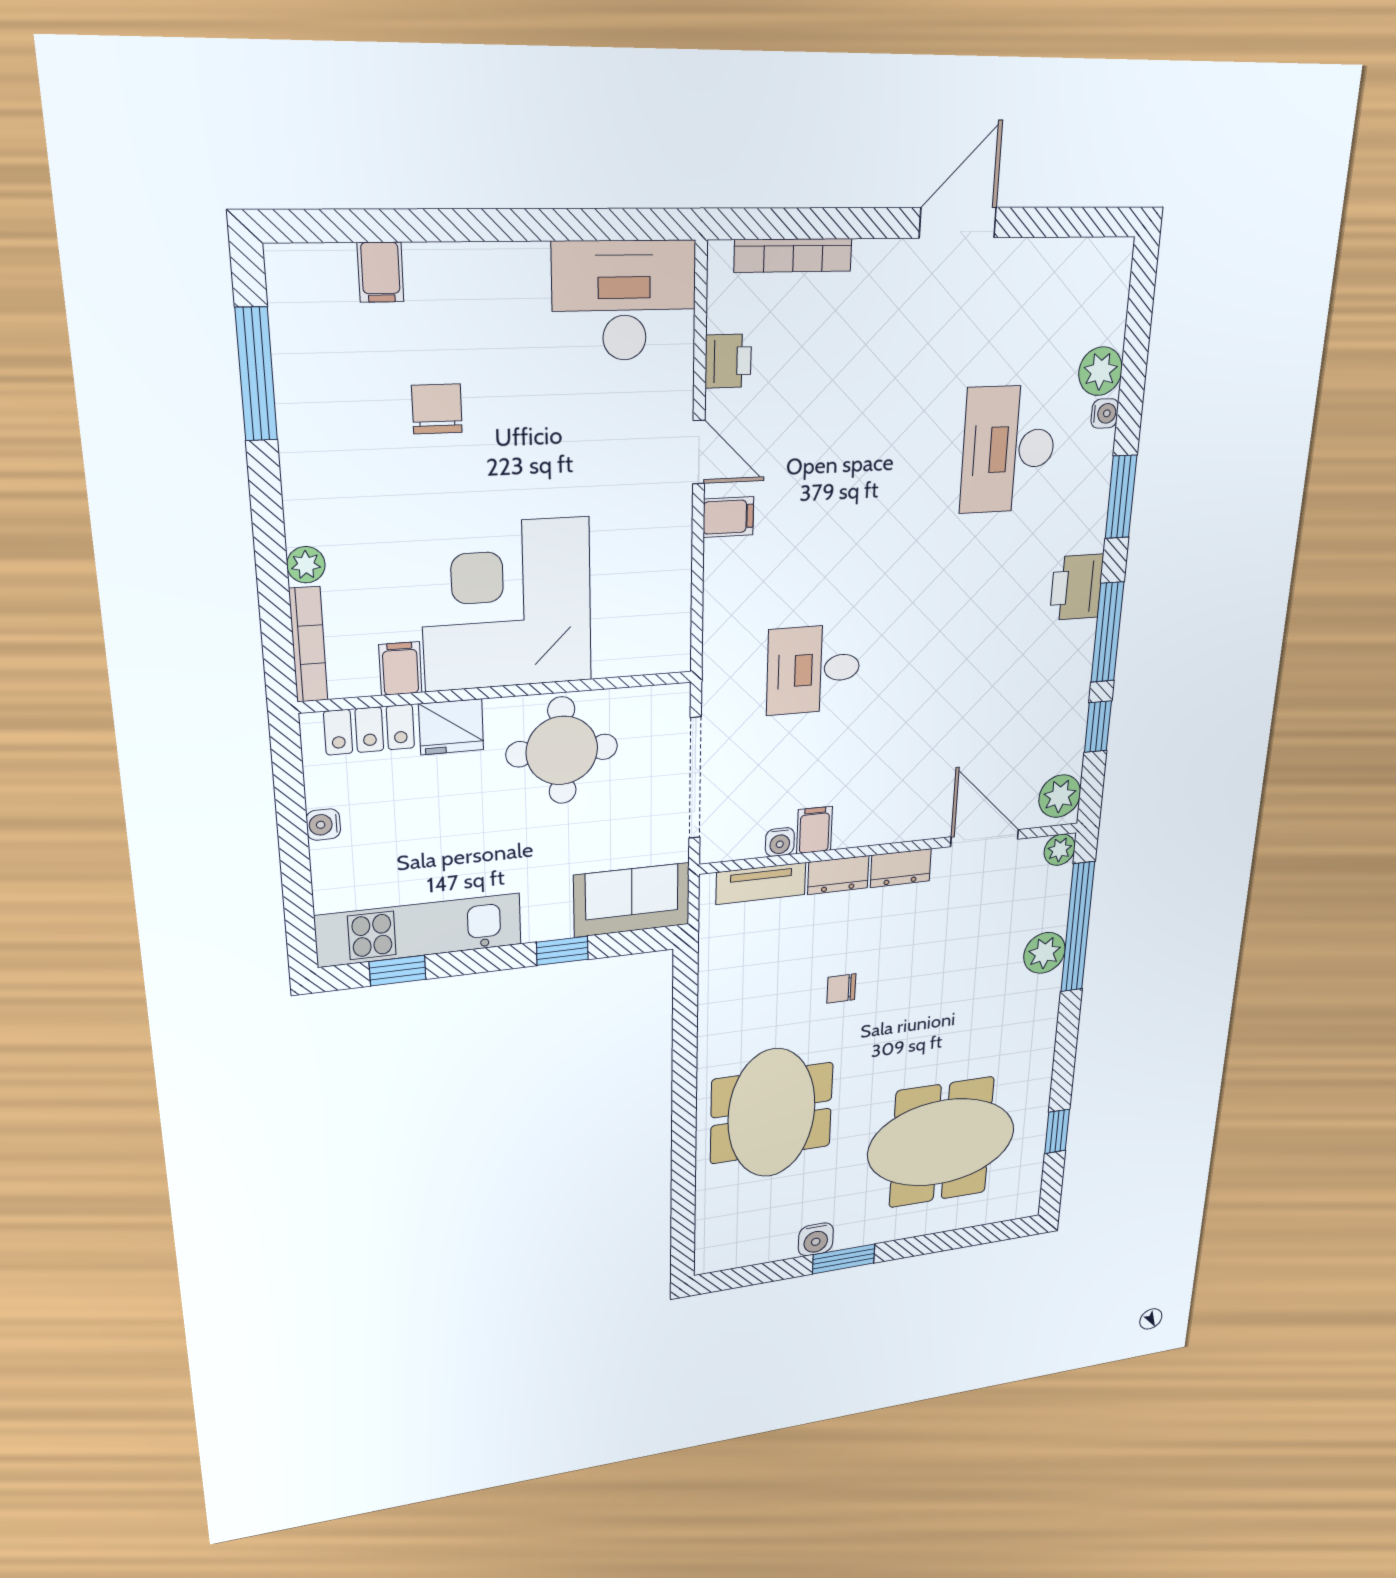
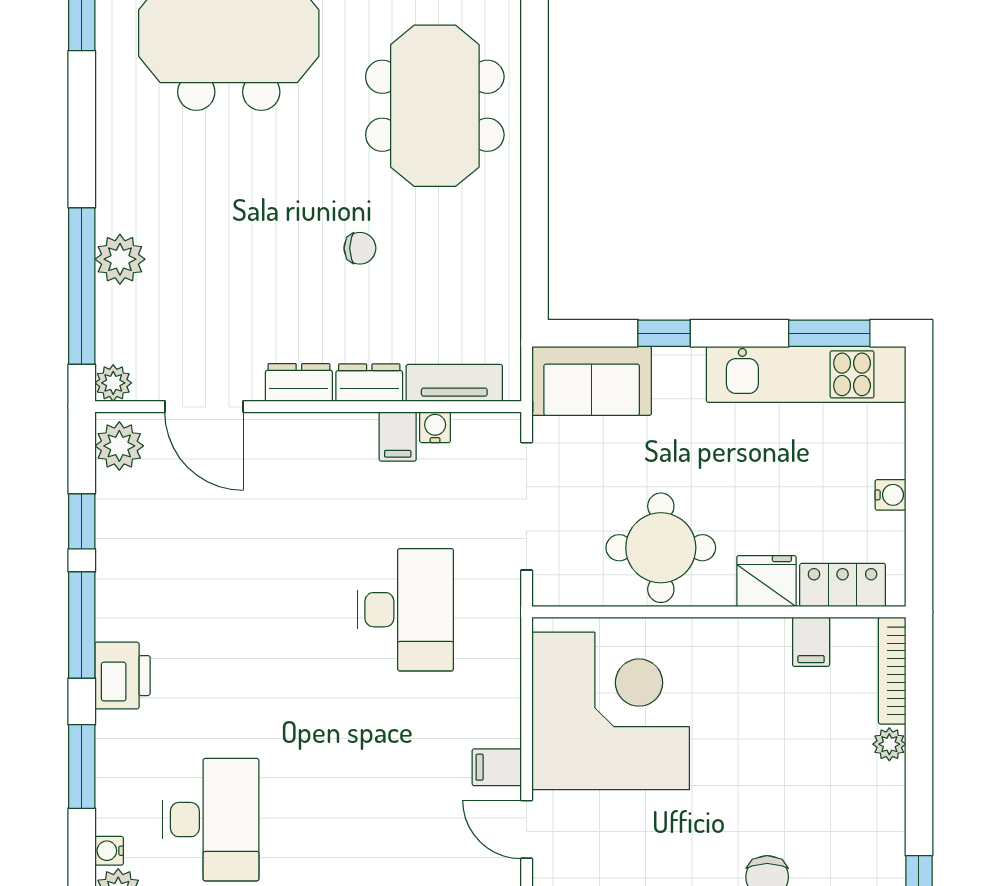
corner desk: (507, 605) -> (611, 711), moved, turned -90
desk: (813, 669) -> (405, 610), width x1.37
window: (398, 971) -> (829, 333), width x1.50

